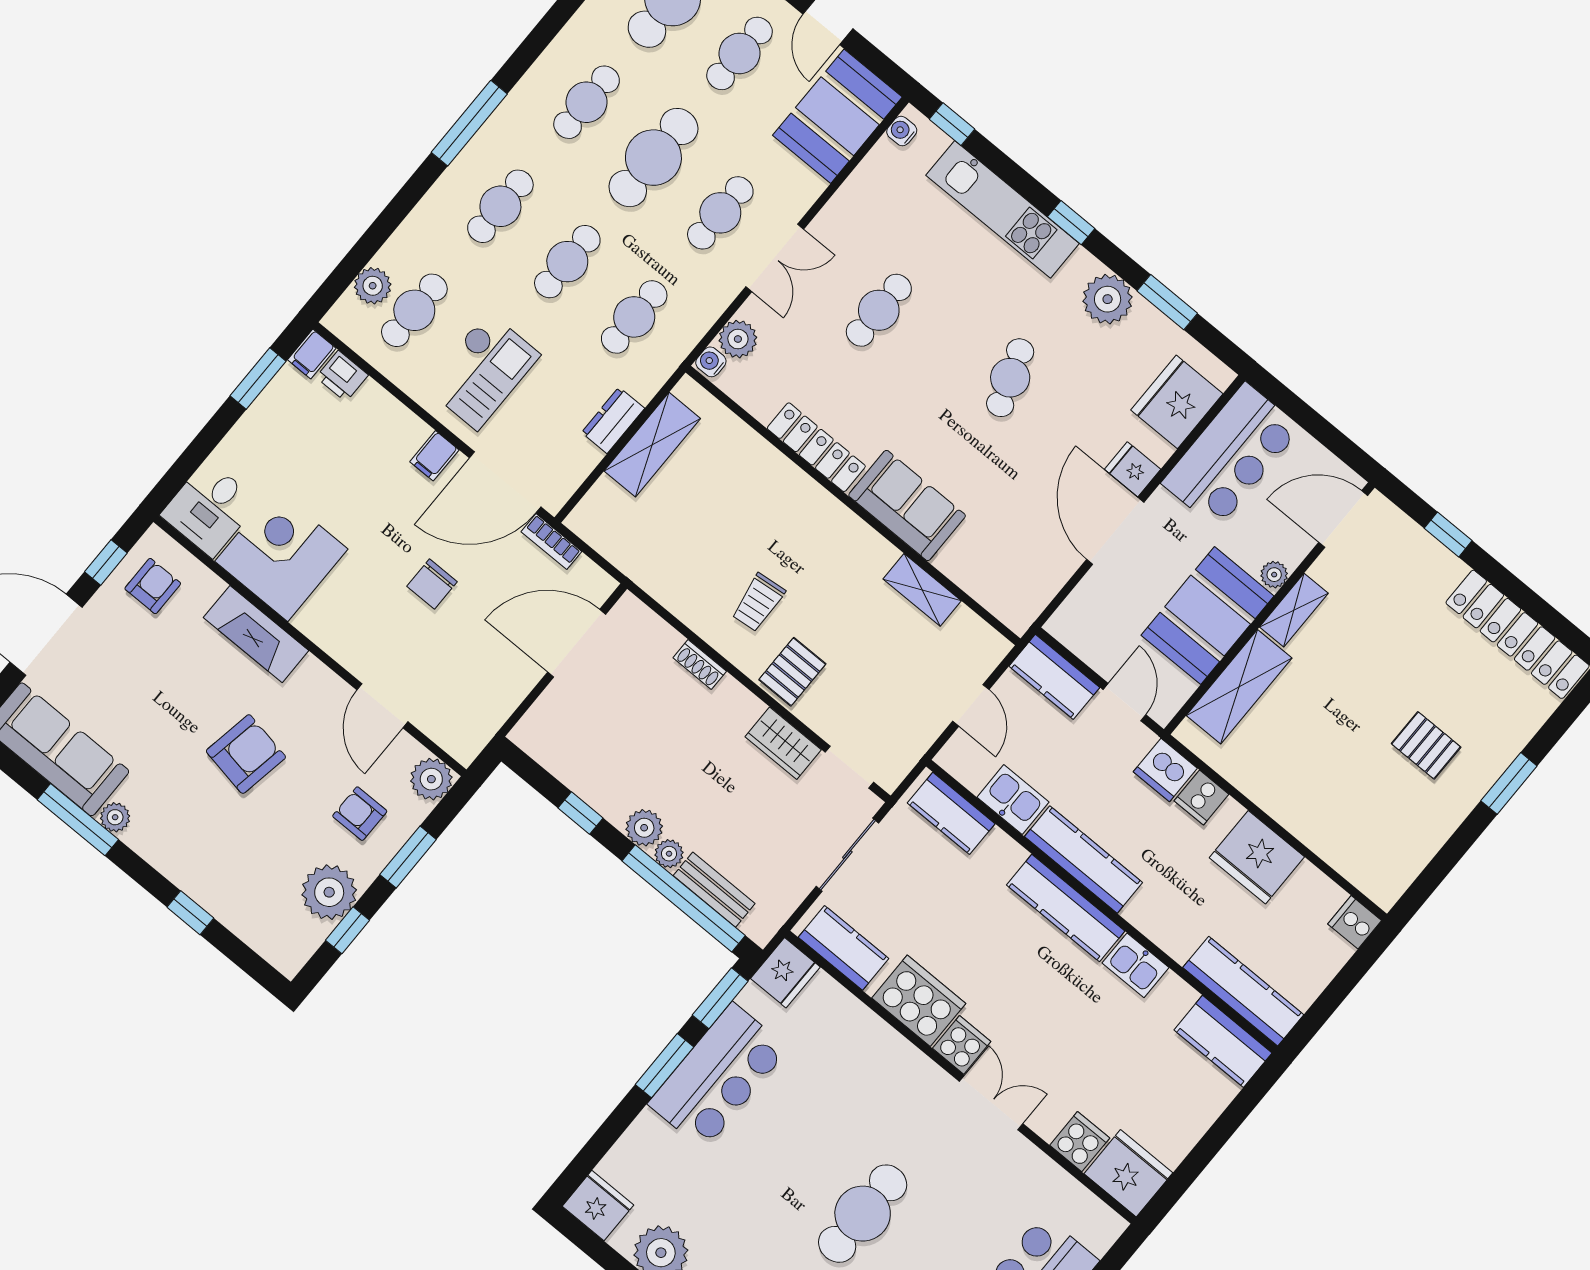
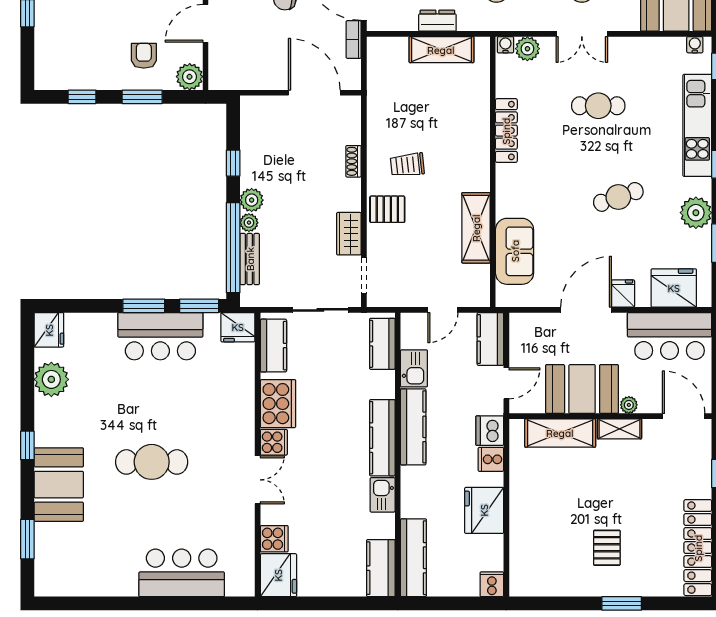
sofa: (907, 505) -> (515, 251), moved
shelving: (922, 590) -> (476, 228), width x1.50, depth x1.33
plant: (329, 892) -> (93, 73), removed

